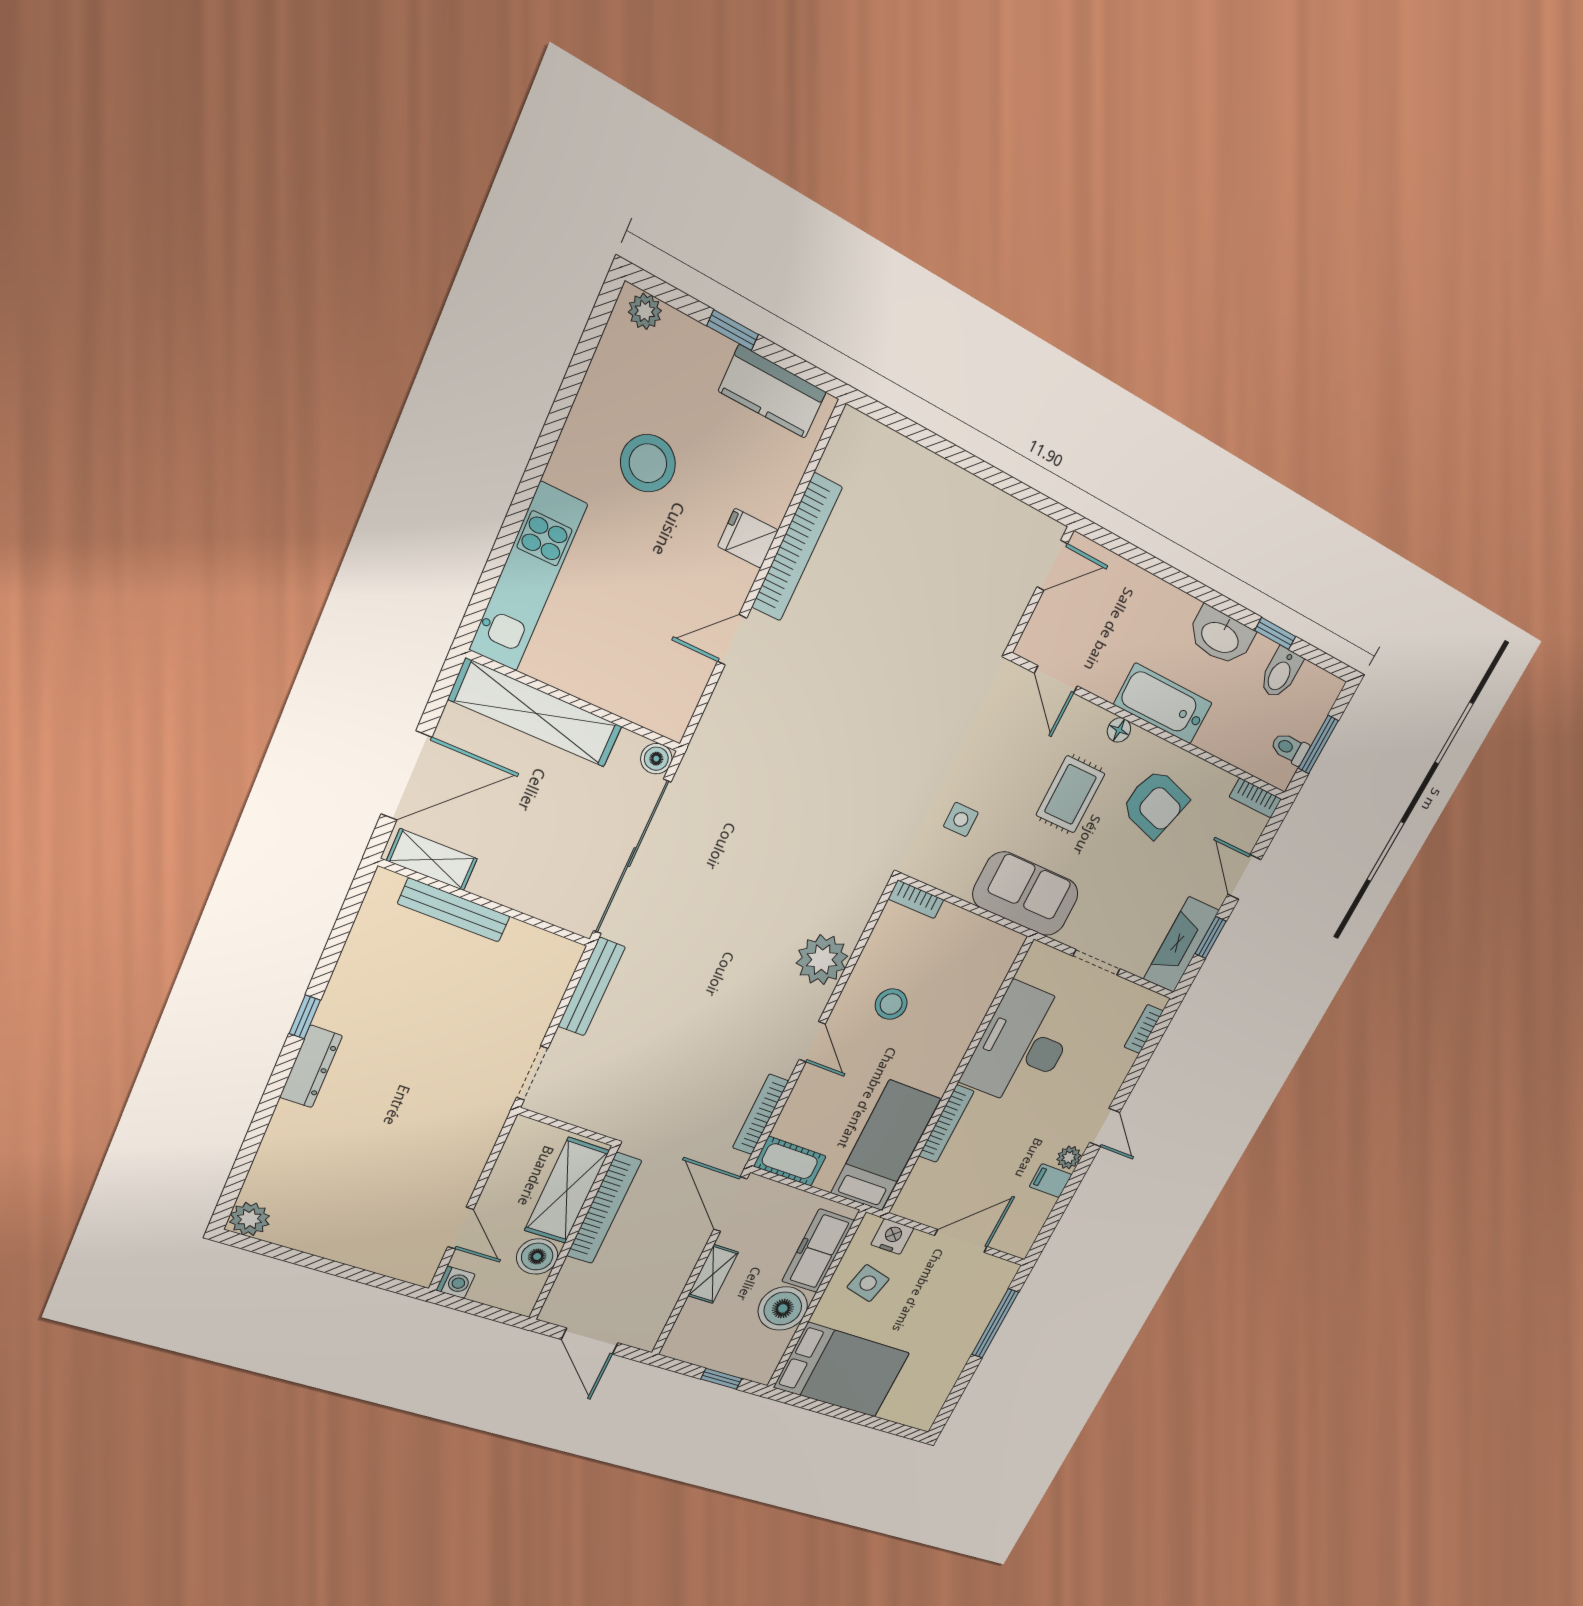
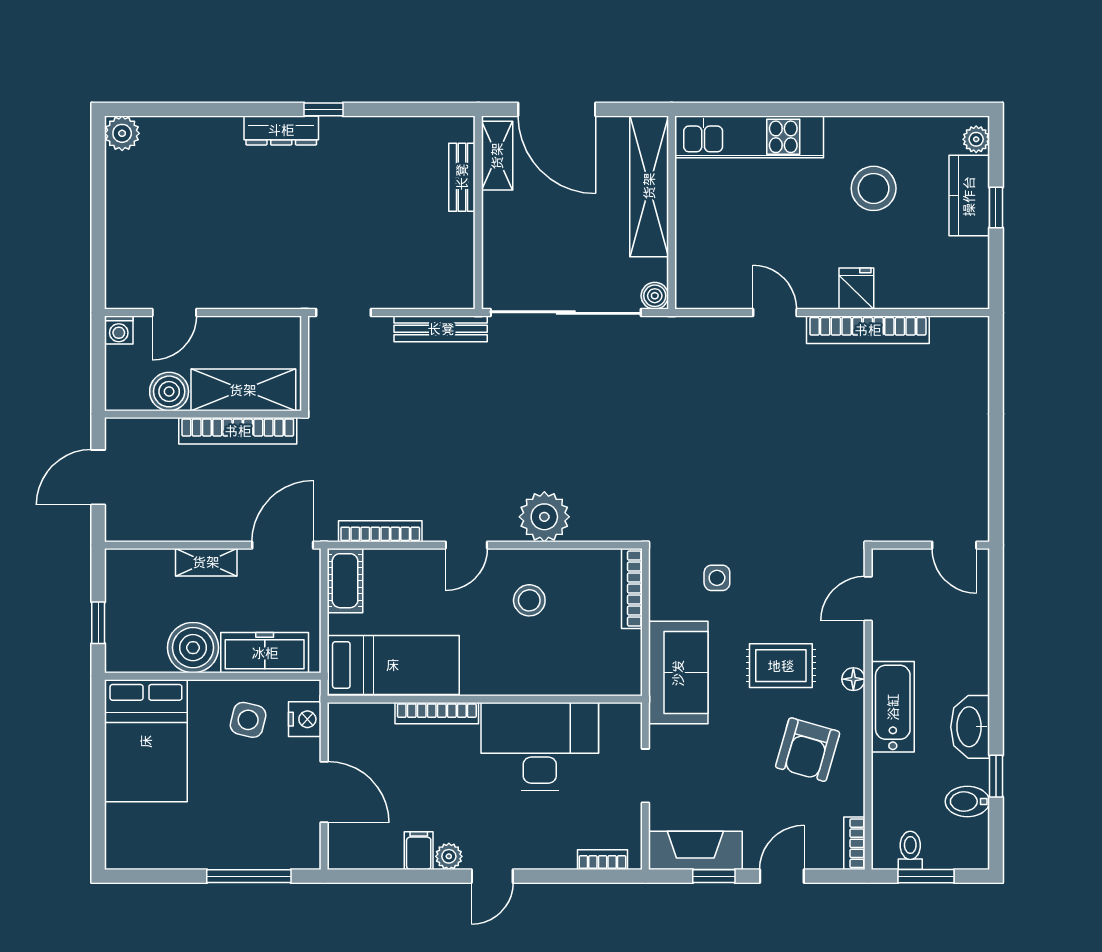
kitchen counter: (772, 392) -> (969, 196), moved
bookcase: (916, 899) -> (632, 589), width x1.56
bench: (454, 910) -> (462, 177), width x0.73

